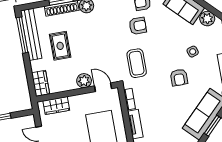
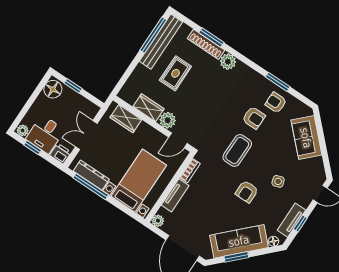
plant: (207, 19) -> (316, 166), removed
coffee table: (137, 63) -> (237, 150), moved
wardrobe: (41, 83) -> (148, 108), moved, turned -90
door: (103, 87) -> (178, 140), swing flipped

